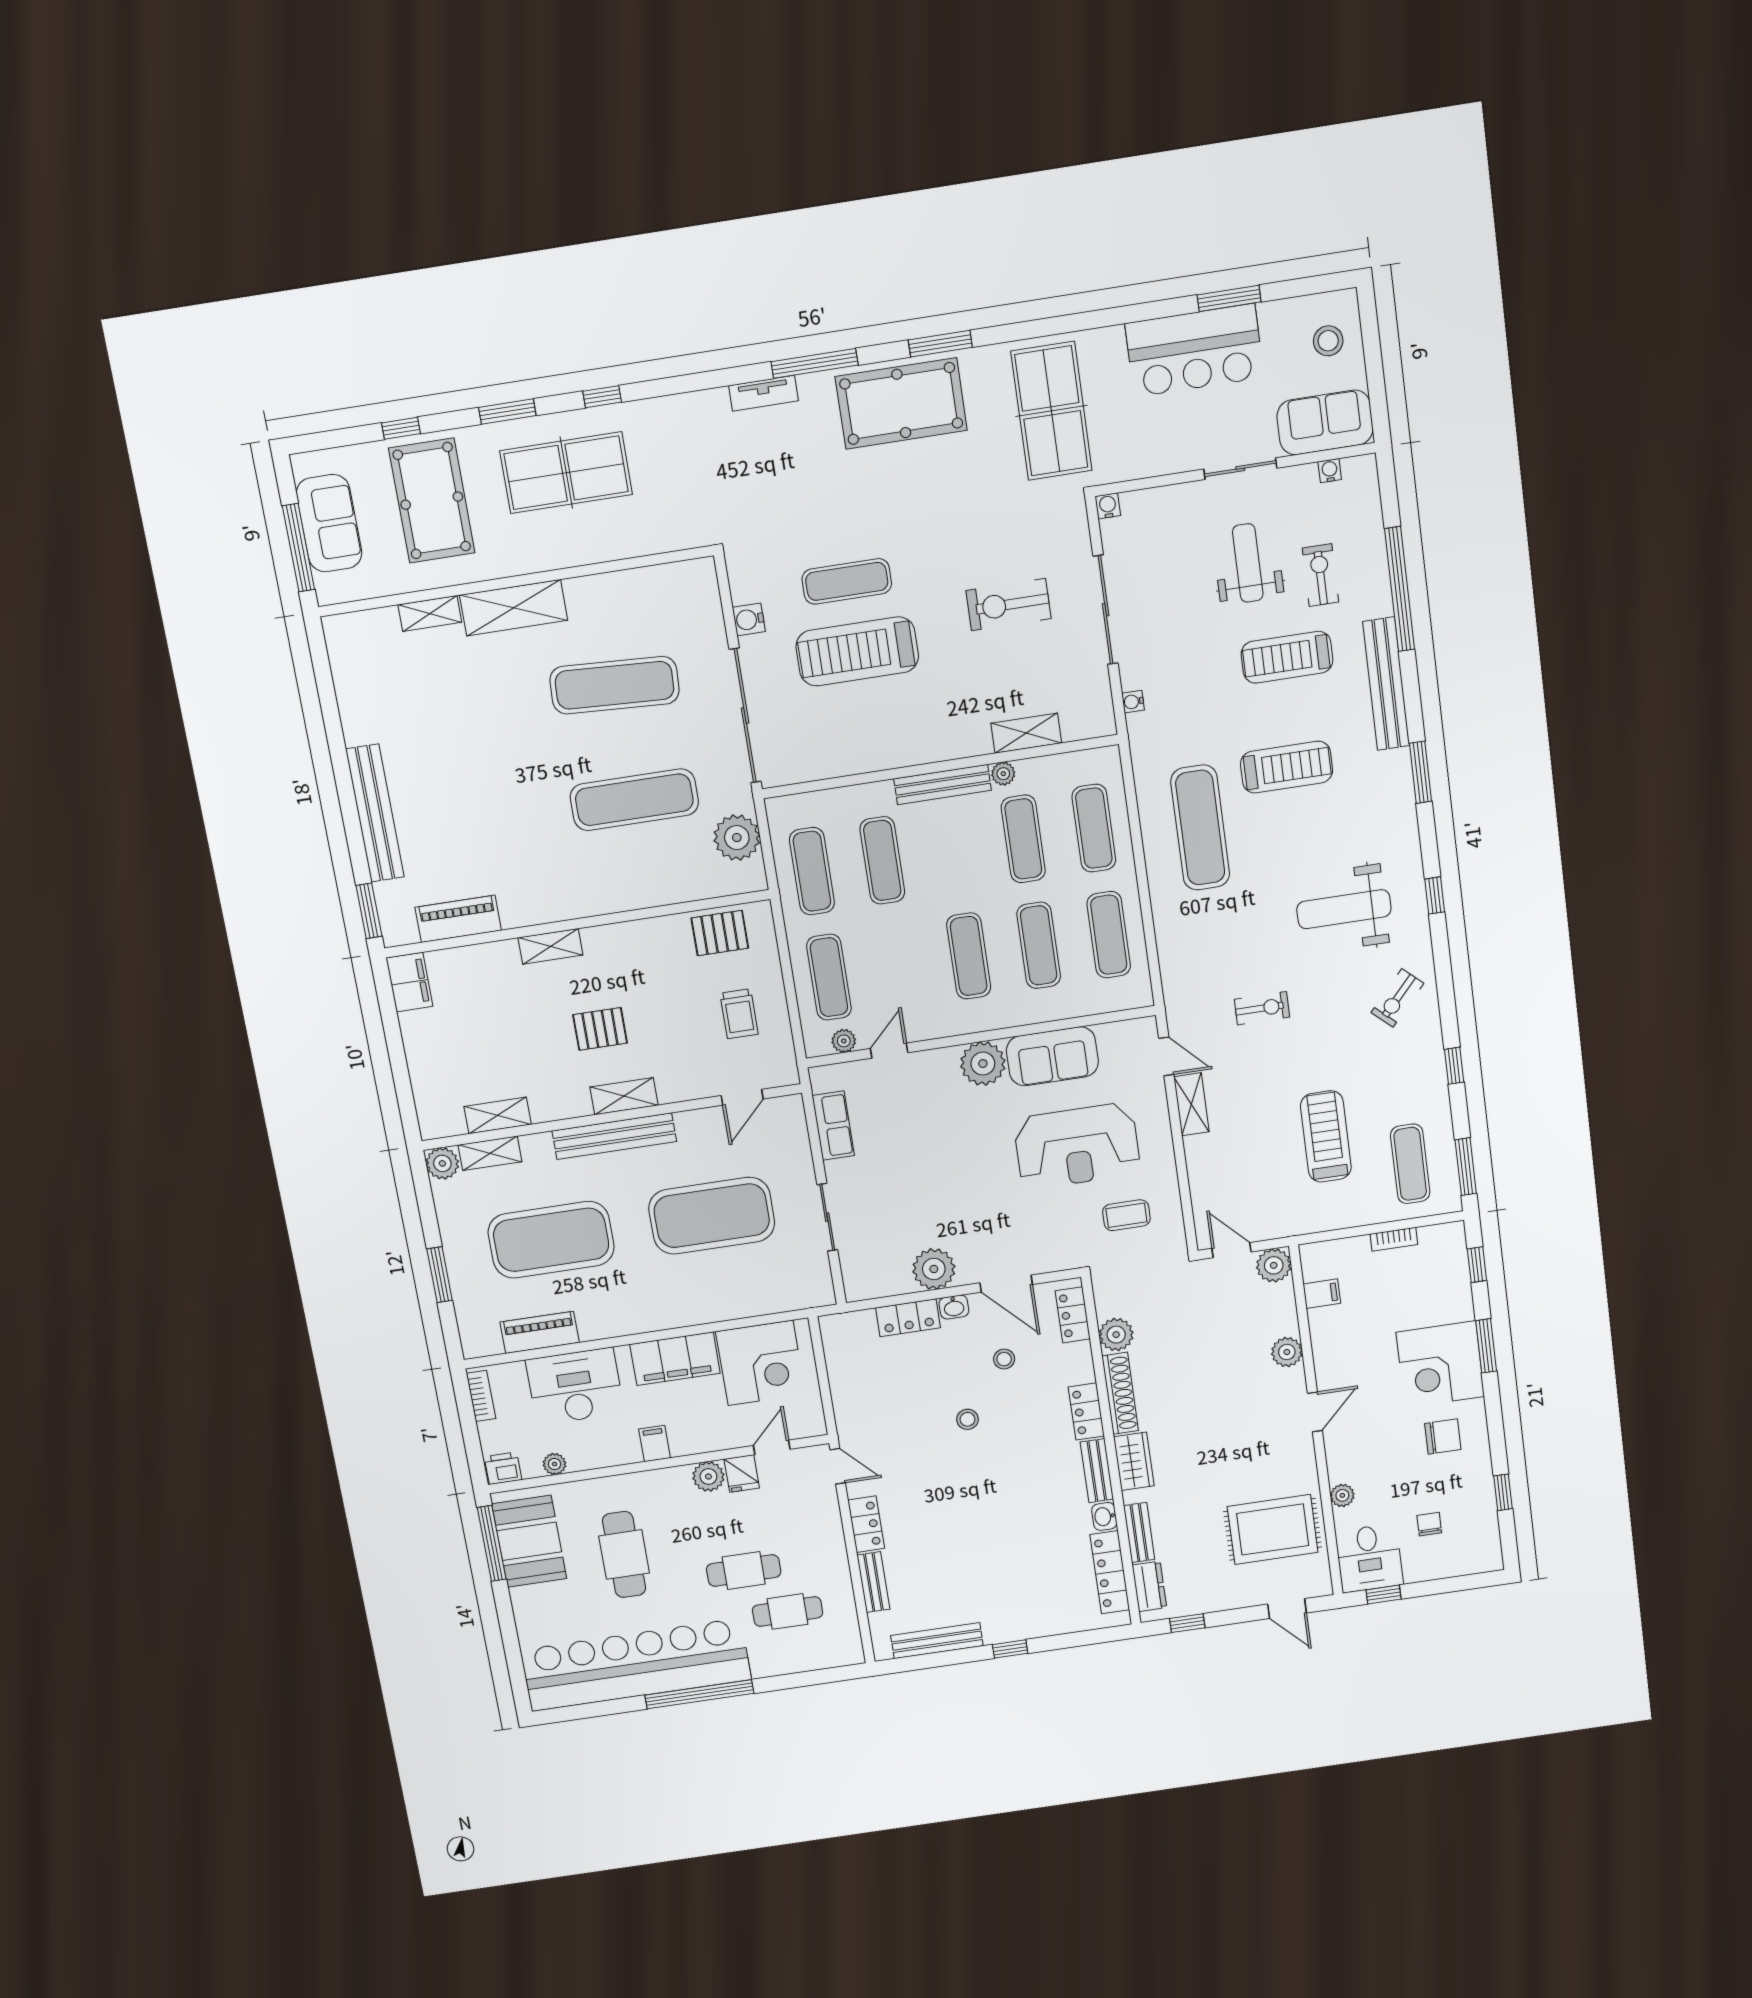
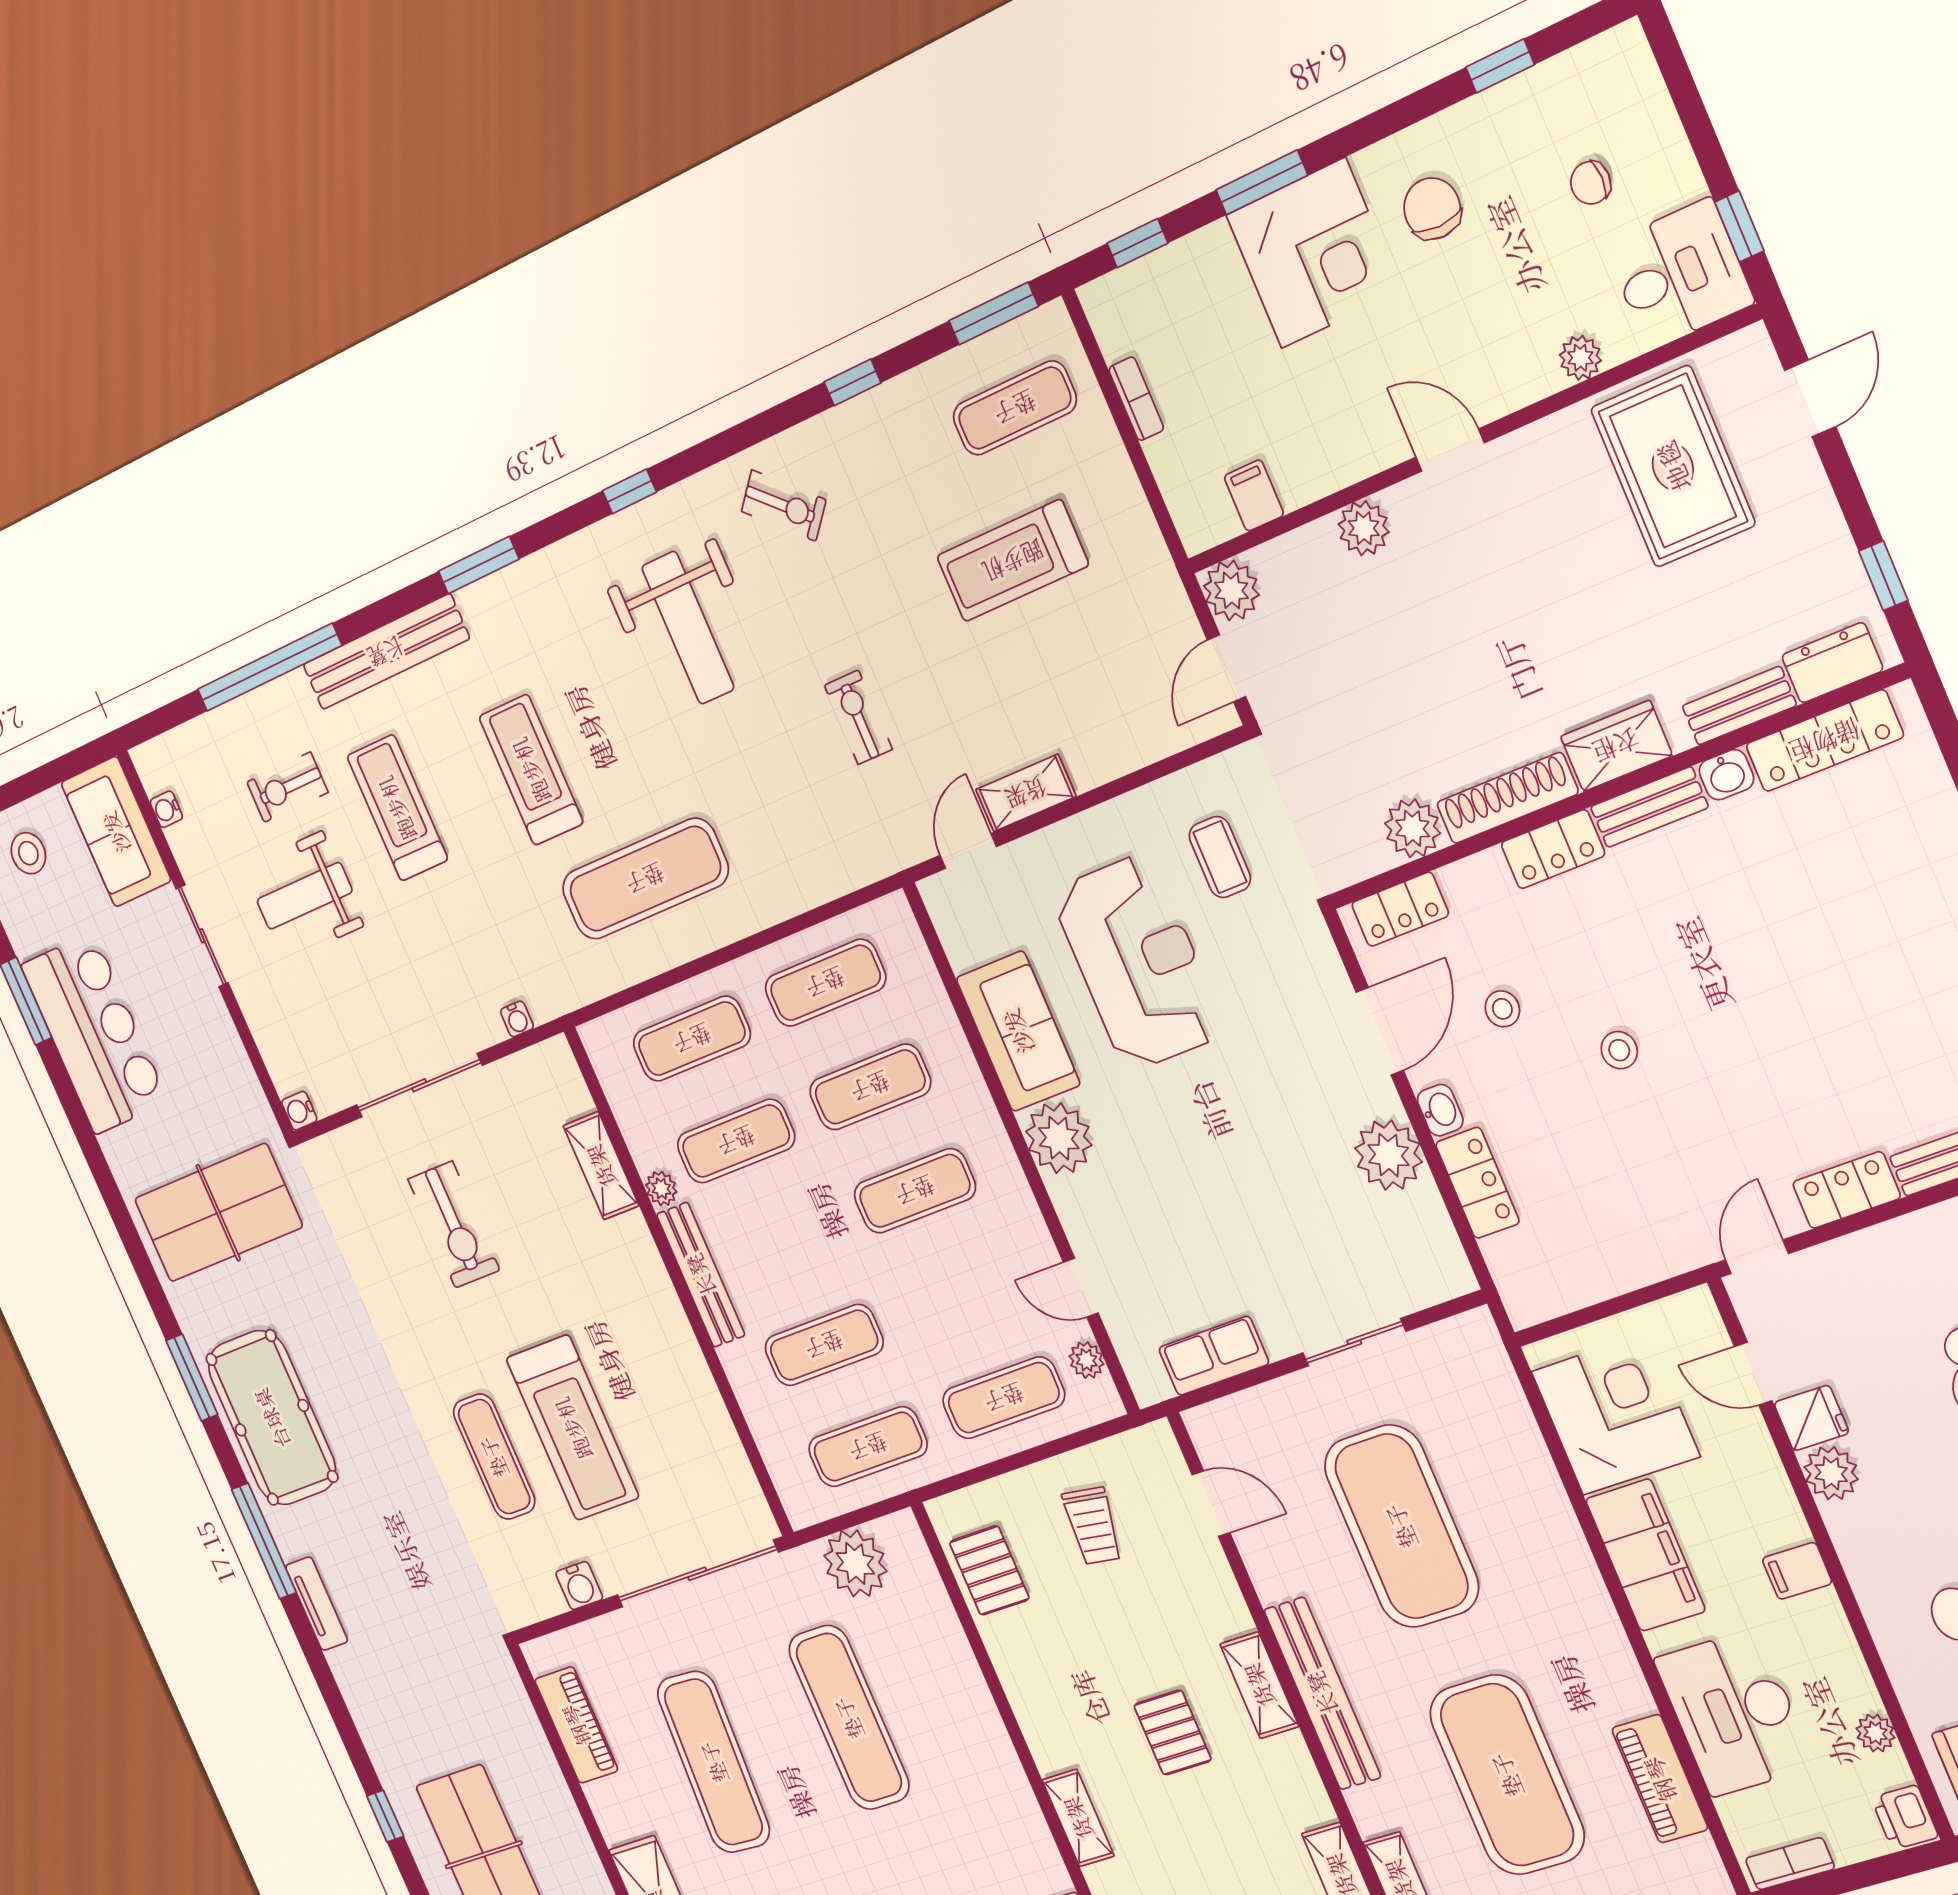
piano: (652, 583) -> (576, 1725), added
treadmill: (1287, 657) -> (397, 808), turned 180
trolley: (739, 1014) -> (1093, 1526), turned 98

